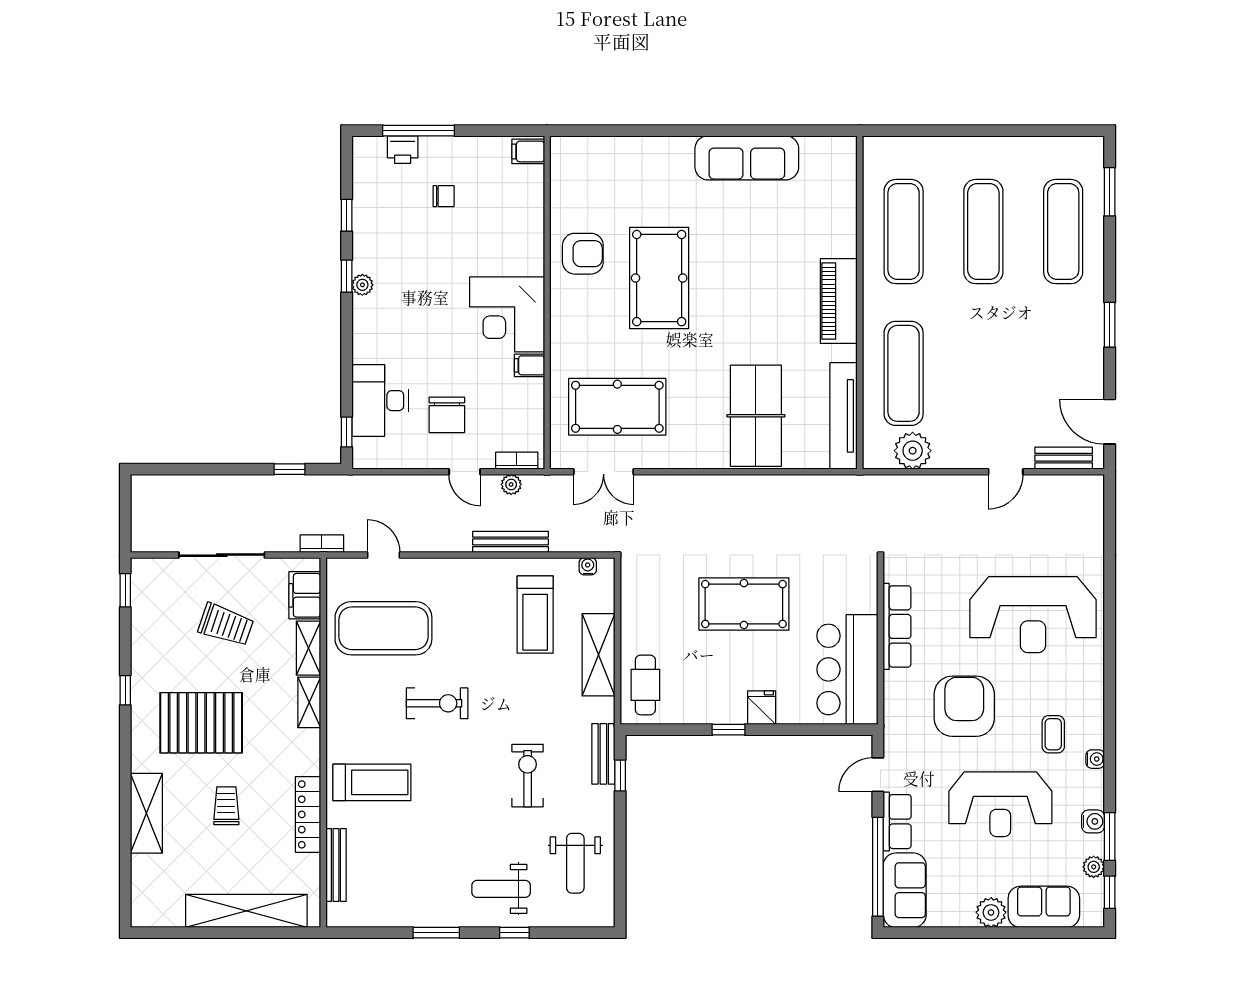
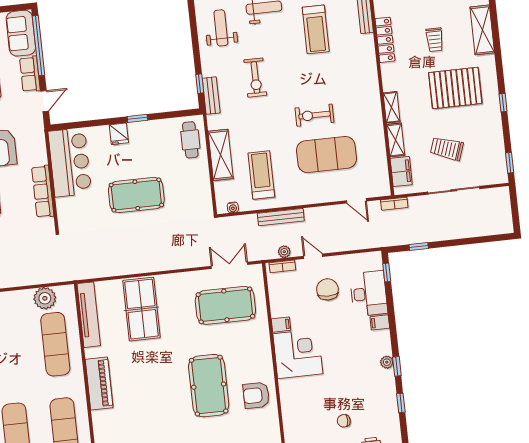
filing cabinet: (367, 351) -> (380, 322), added
exercise mat: (383, 628) -> (326, 155), moved
treadmill: (372, 782) -> (316, 29), moved, turned -90

